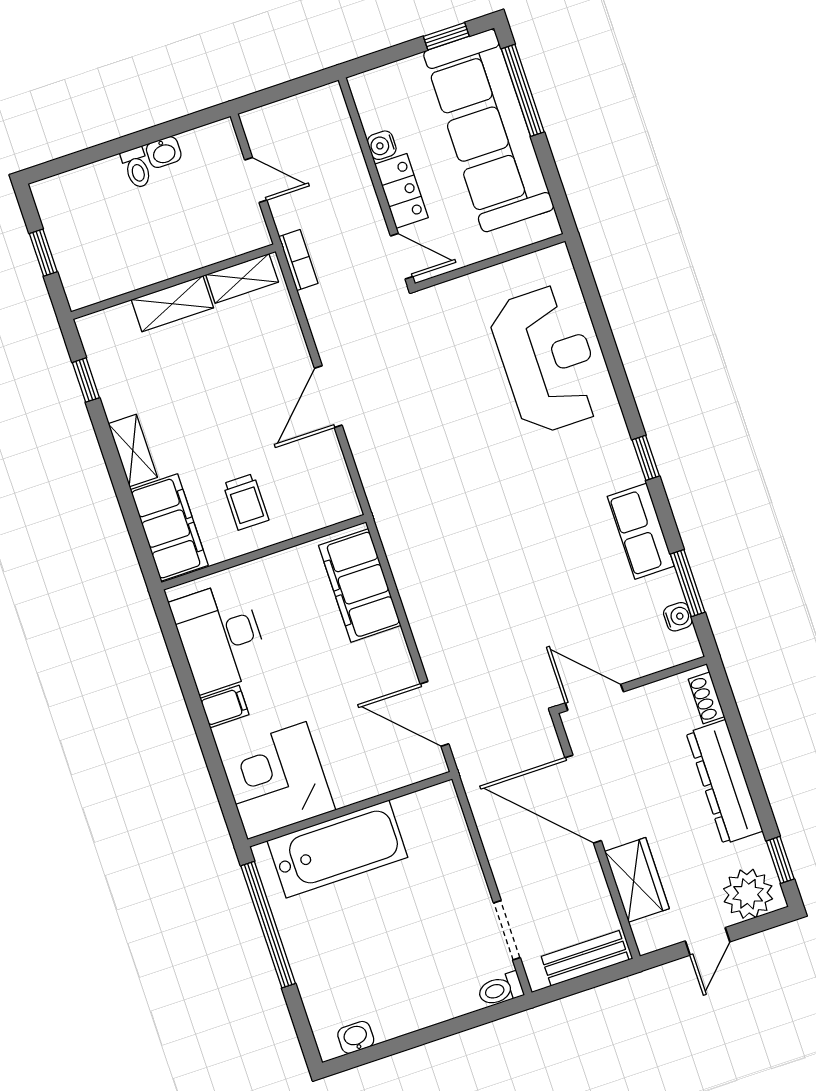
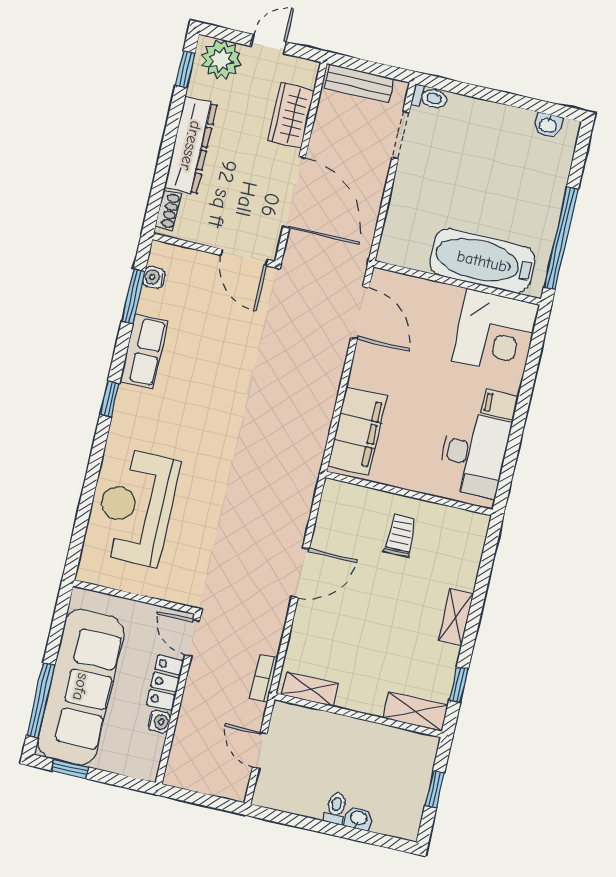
washbasin: (164, 152) -> (359, 819), moved
shelving: (172, 304) -> (416, 712), moved
filing cabinet: (169, 527) -> (463, 550), removed

